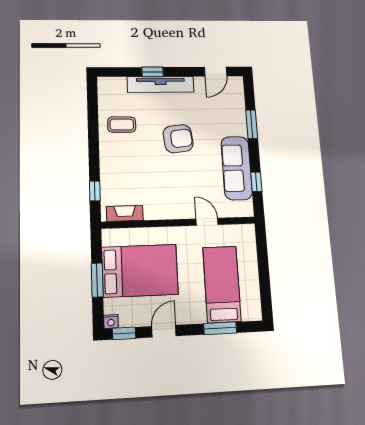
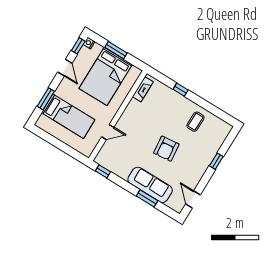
tv unit: (161, 84) -> (206, 161), removed
sofa: (237, 168) -> (150, 185), moved
window: (256, 182) -> (103, 171), moved
window: (95, 191) -> (181, 90), moved

